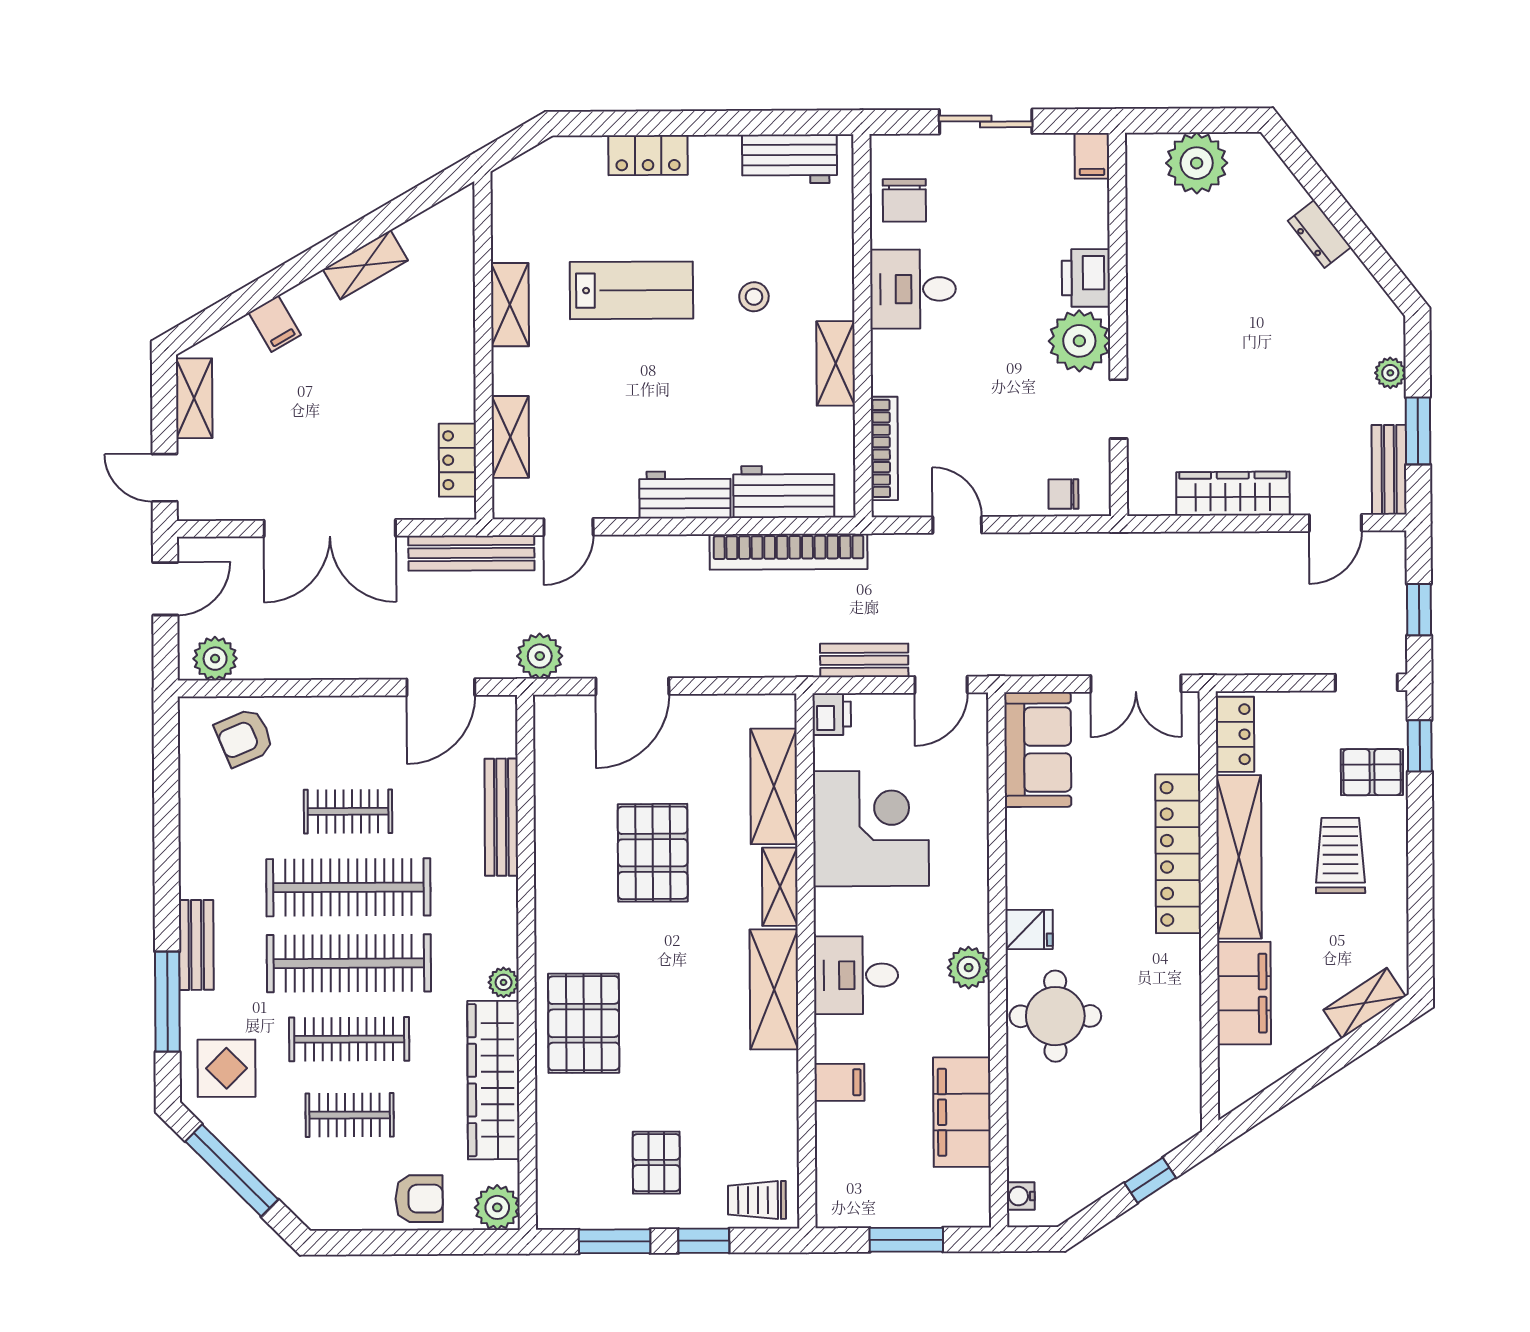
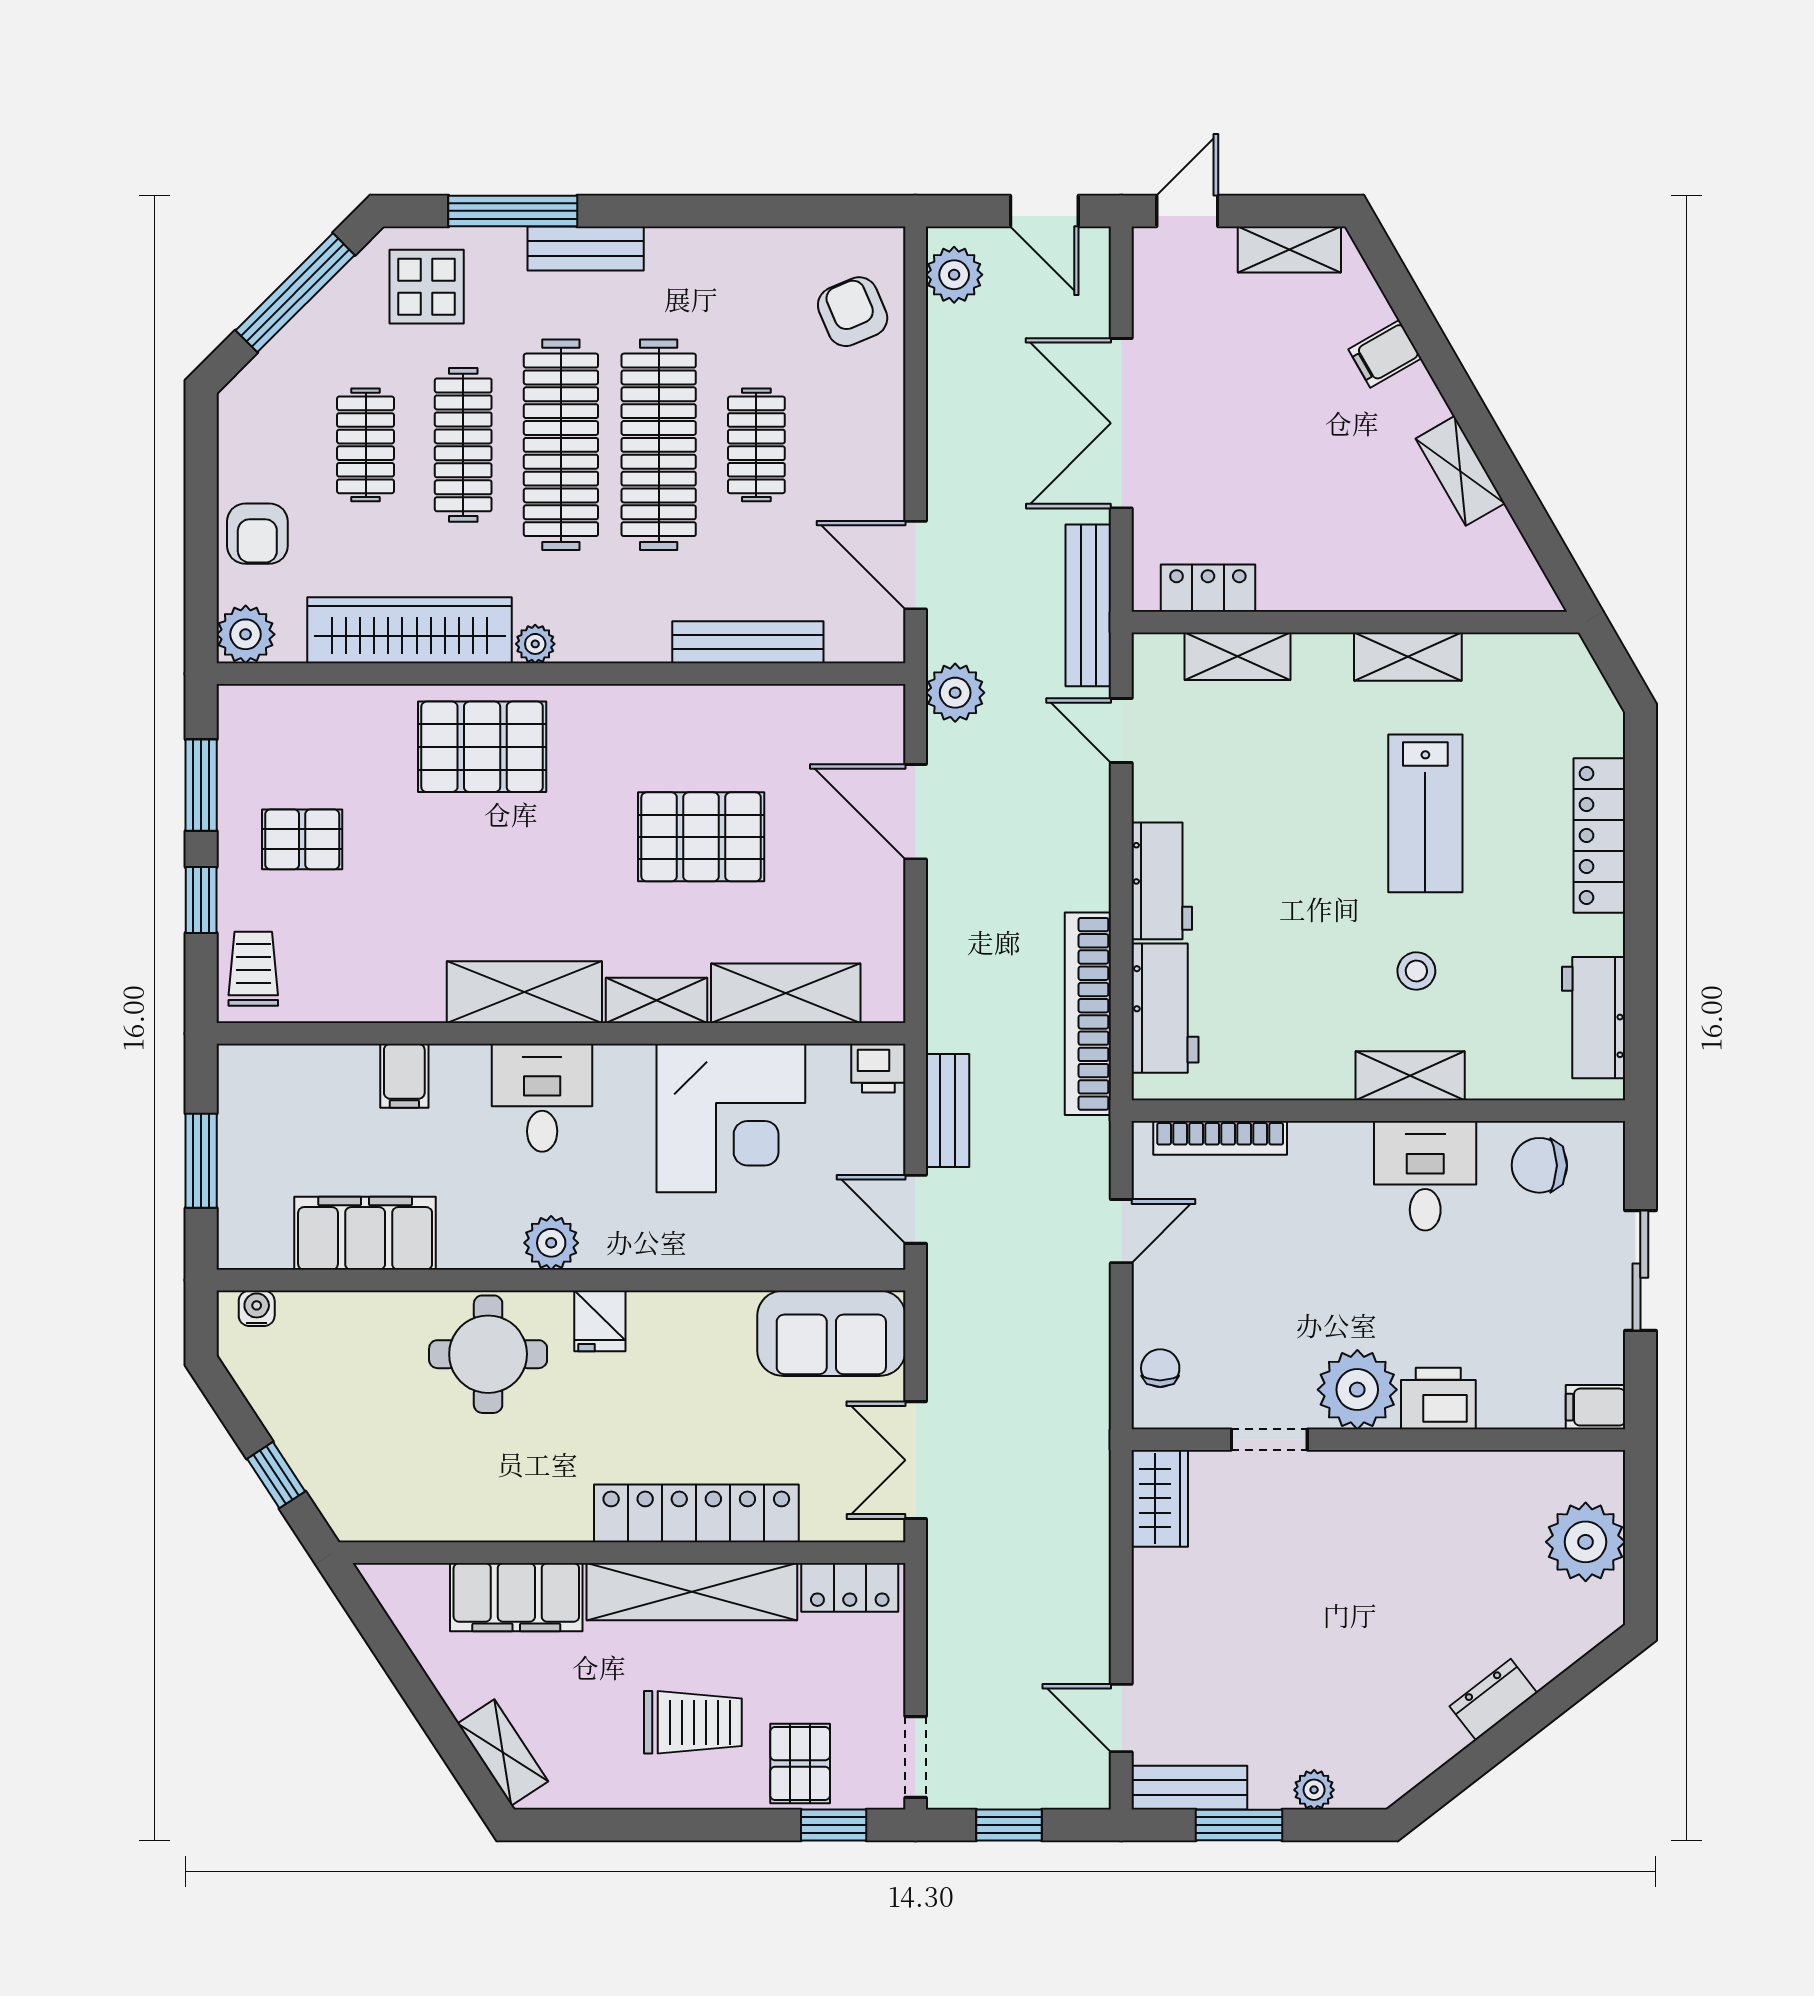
locker: (648, 155) -> (1599, 836), width x1.53
shelving: (836, 363) -> (1410, 1076), moved
wardrobe: (1233, 494) -> (1160, 1498), moved, width x0.67

